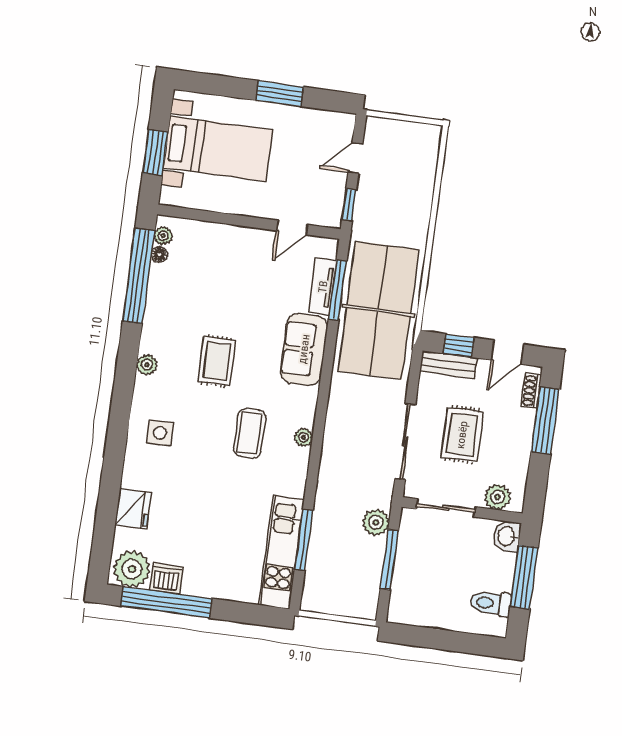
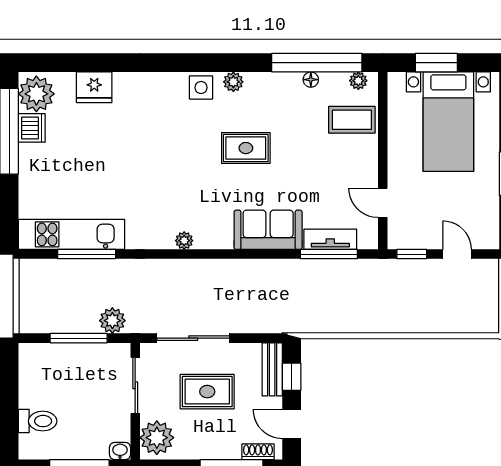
floor lamp: (159, 254) -> (311, 80), moved
table tennis table: (379, 310) -> (315, 296), removed
side table: (160, 433) -> (201, 88), moved
coffee table: (250, 433) -> (352, 120), moved
plant: (497, 497) -> (157, 438), width x1.36, depth x1.36
washbasin: (507, 536) -> (120, 451), width x0.72, depth x0.69
toilet: (491, 603) -> (38, 421), moved, turned 90

